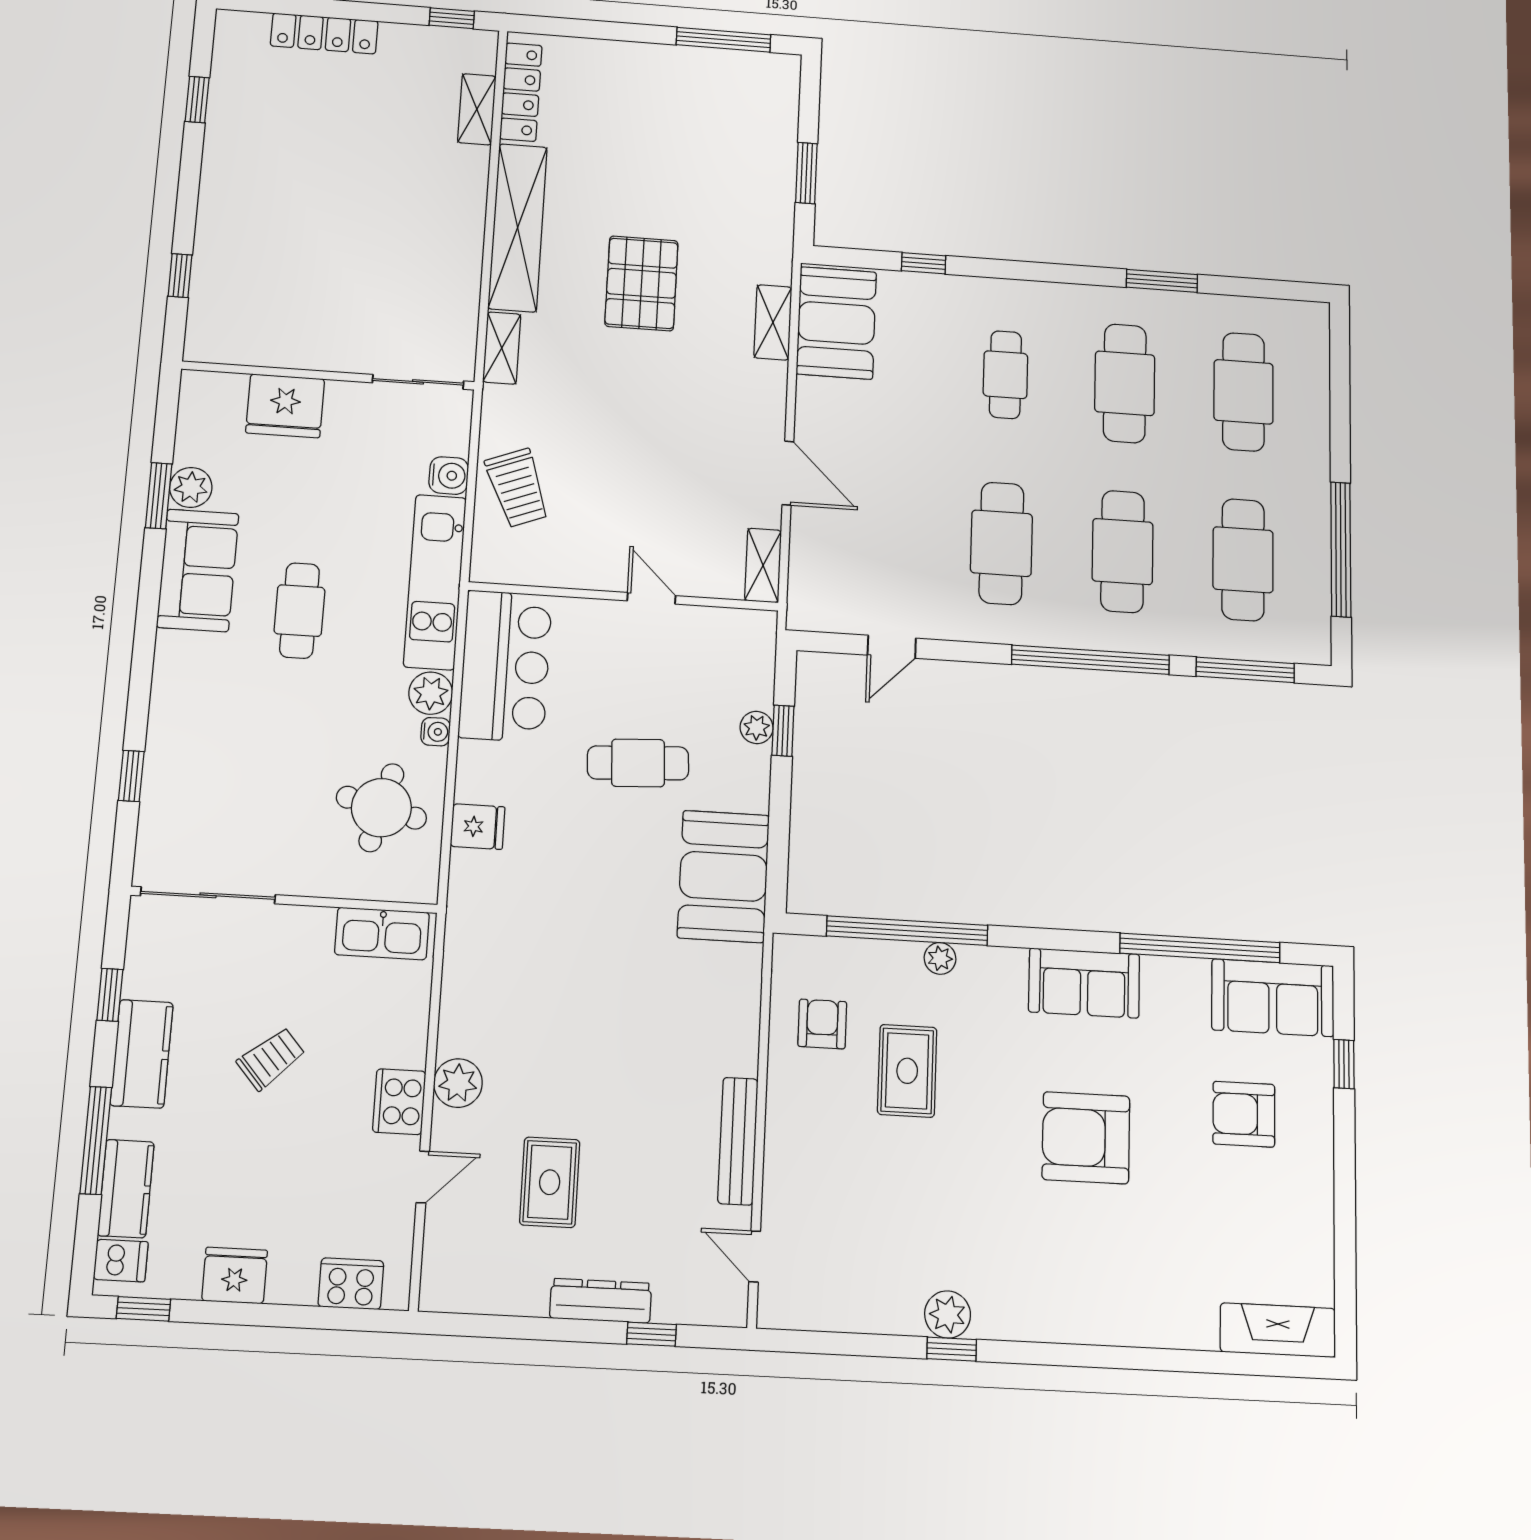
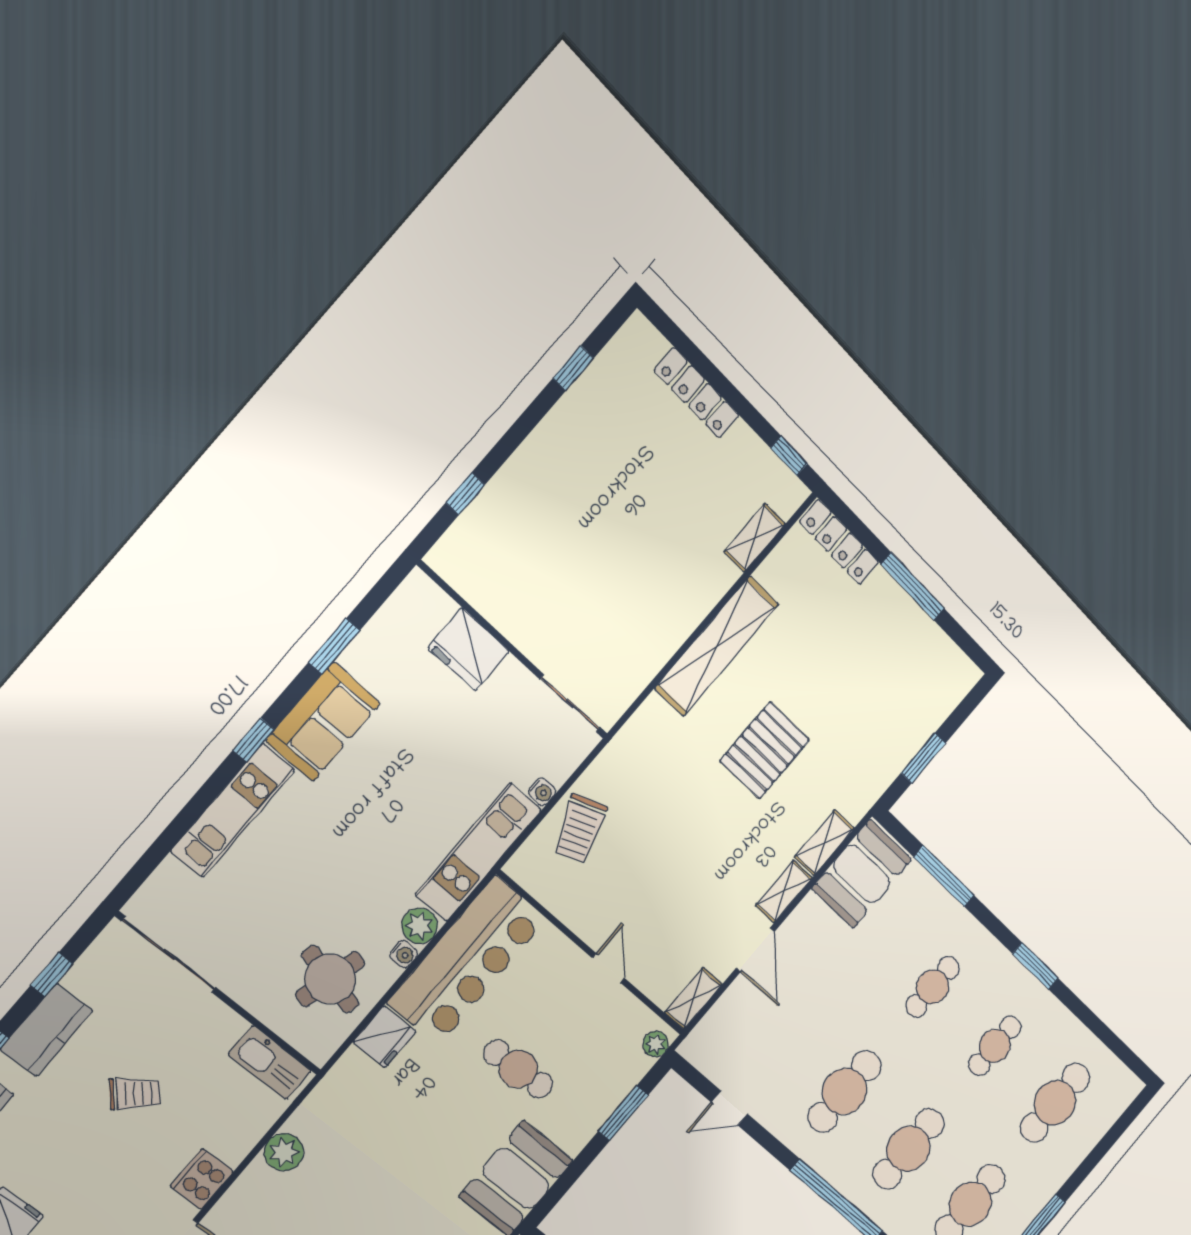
window: (724, 40) -> (913, 586), moved
locker: (521, 92) -> (839, 542), moved, turned 90
window: (924, 263) -> (944, 876), width x2.17
window: (1162, 281) -> (1035, 966), moved
shelving: (502, 348) -> (784, 892), moved
cafe table: (1125, 383) -> (995, 1046), width x0.73, depth x0.74
water cooler: (449, 476) -> (542, 792), width x0.72, depth x0.72
plant: (191, 487) -> (361, 658), removed
cafe table: (299, 611) -> (373, 804), removed
bar counter: (505, 666) -> (467, 961), width x1.36
kitchen unit: (172, 714) -> (233, 810), added
plant: (757, 727) -> (656, 1044), moved
window: (783, 731) -> (623, 1113), width x1.50
window: (131, 776) -> (254, 740), moved
fridge: (478, 827) -> (385, 1037), width x1.38
plant: (458, 1083) -> (284, 1152), moved

